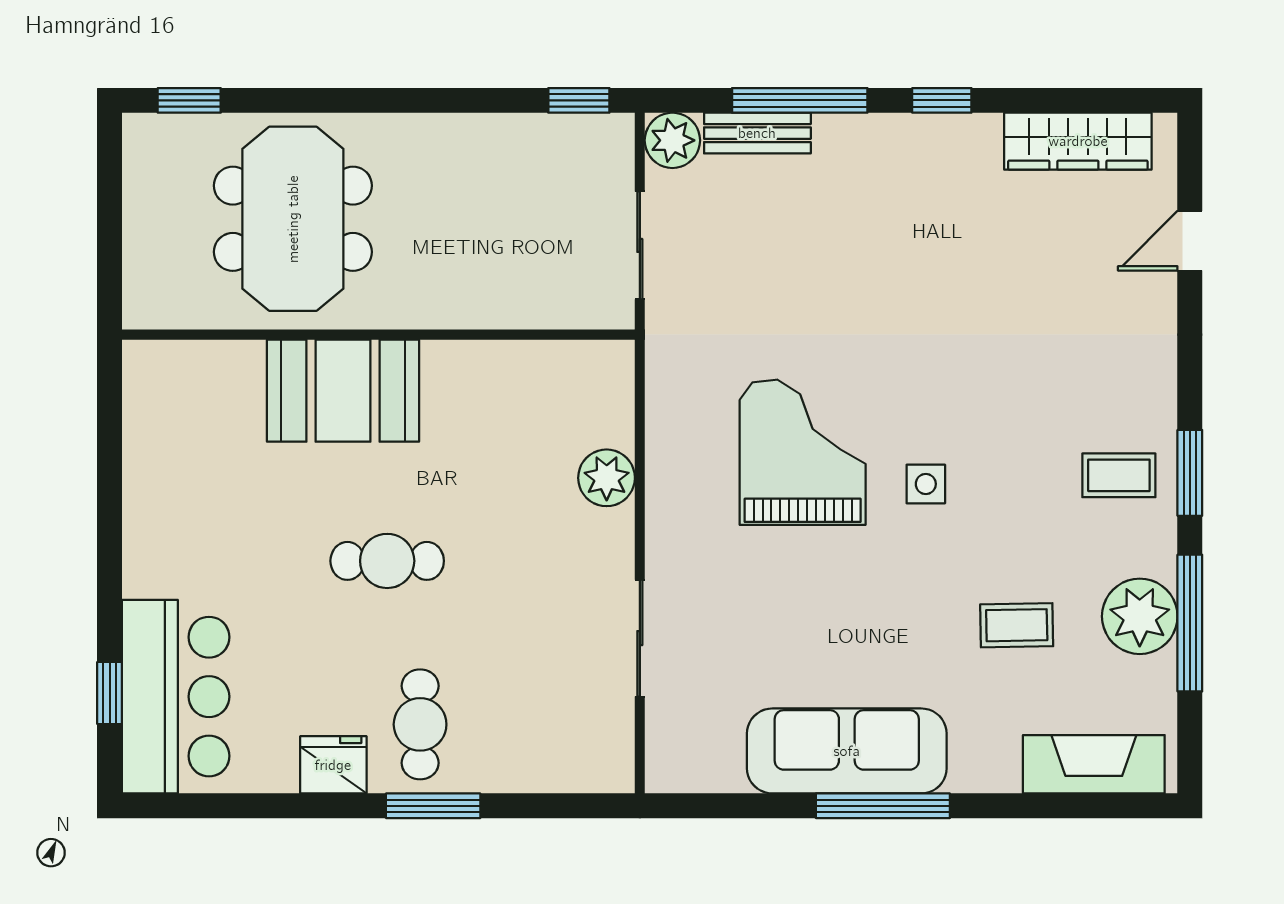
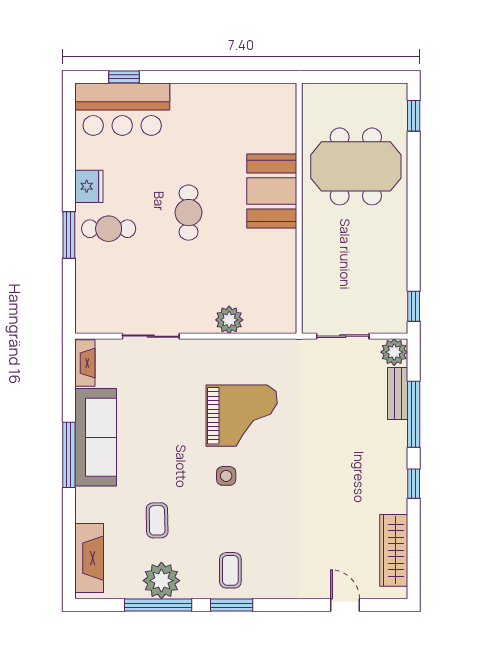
fireplace: (695, 773) -> (85, 363), added

